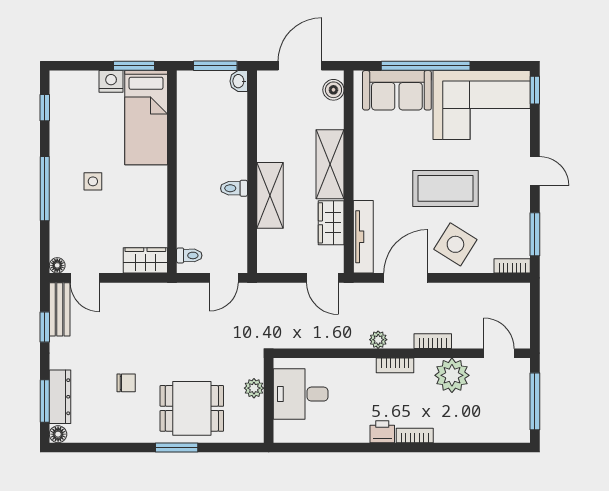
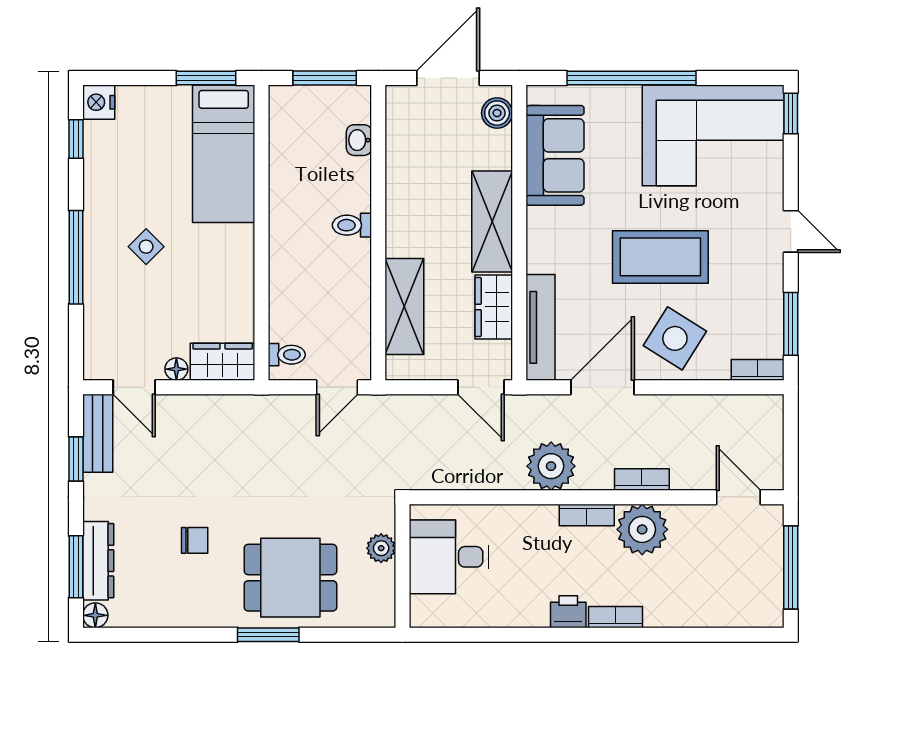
nightstand: (111, 81) -> (99, 102), moved, turned -90
washbasin: (239, 81) -> (359, 140), moved
sofa: (397, 90) -> (555, 155), moved, turned -90
side table: (93, 181) -> (146, 247), turned 45
toilet: (234, 188) -> (352, 225), moved
shelving: (270, 195) -> (404, 307), moved
floor lamp: (57, 265) -> (176, 369), moved
plant: (378, 340) -> (551, 466), width x1.88, depth x1.88
plant: (452, 375) -> (642, 529), moved

